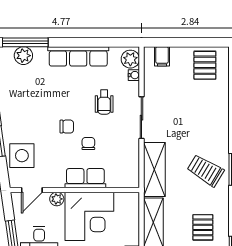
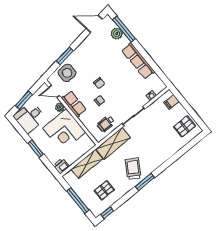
plant: (130, 59) -> (158, 87), removed
wheelchair: (104, 102) -> (106, 124), moved
row of seats: (85, 178) -> (74, 104), moved

